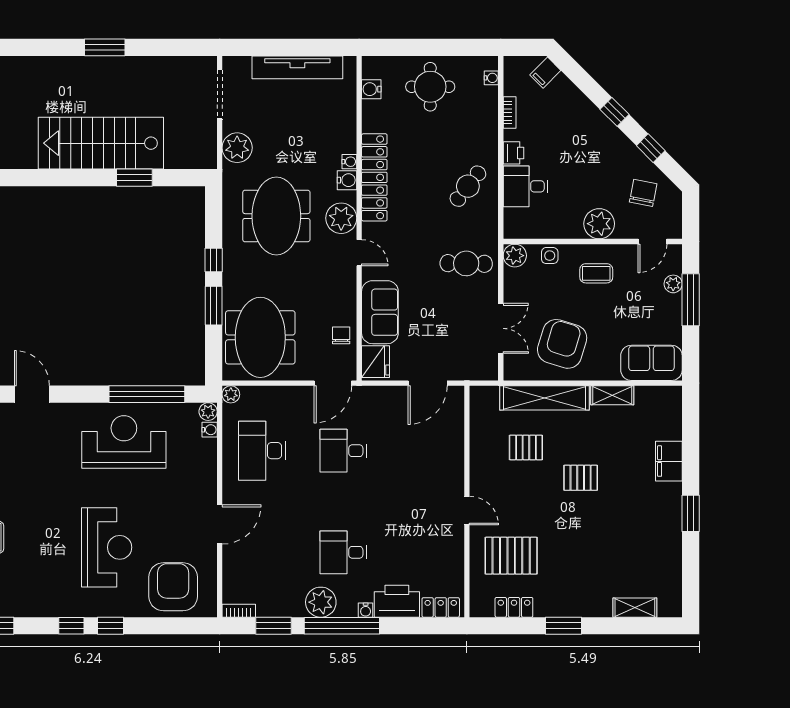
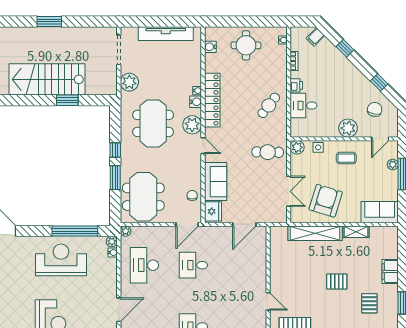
window: (614, 112) -> (345, 48), moved
pallet: (526, 447) -> (369, 303), moved, turned 90

